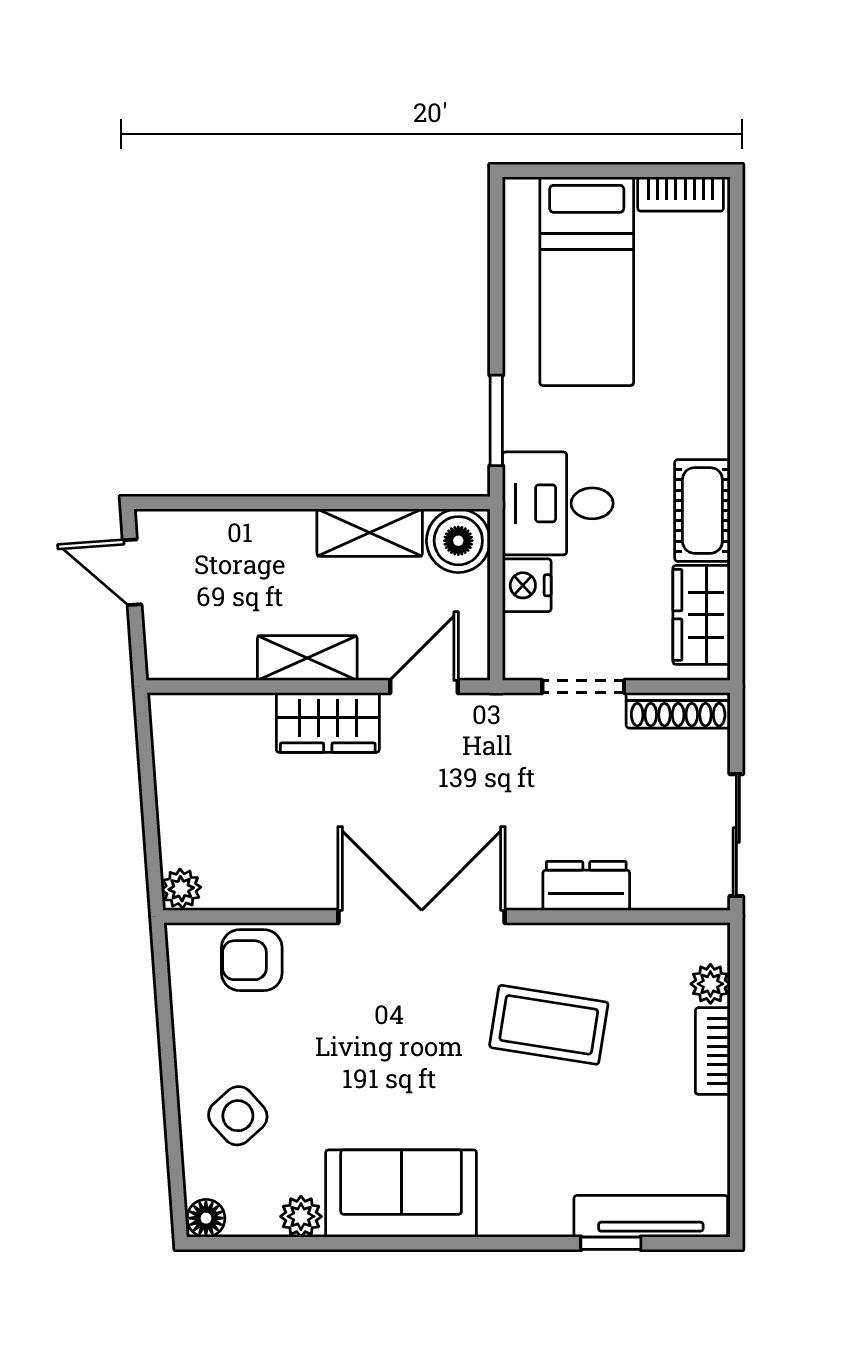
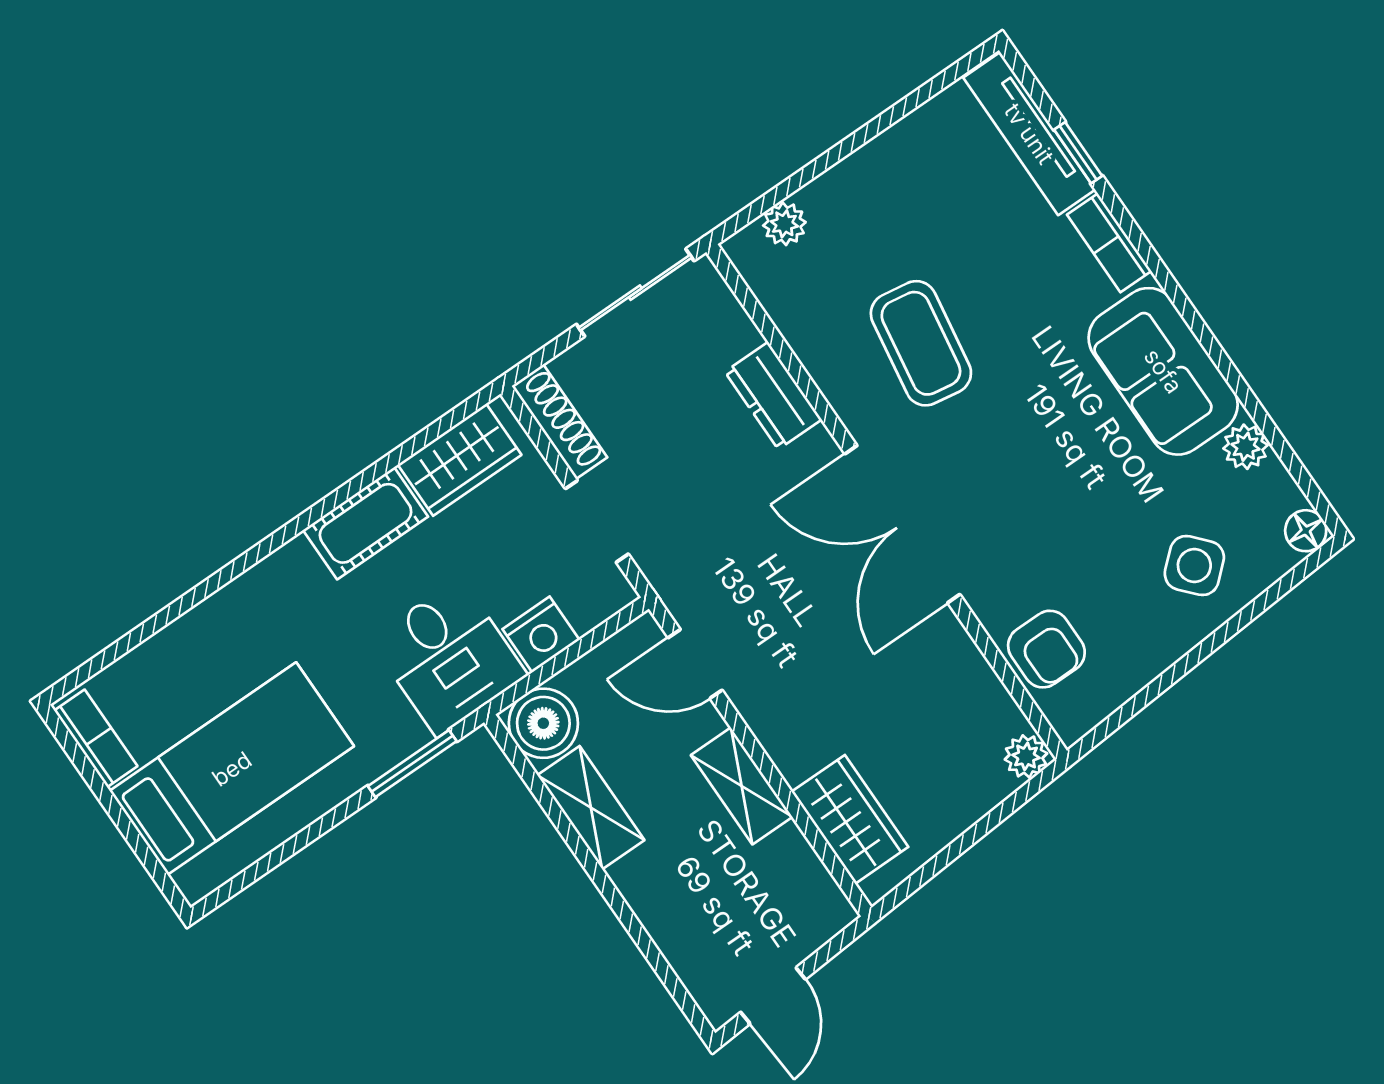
wardrobe: (328, 723) -> (850, 819), moved
bookcase: (713, 1051) -> (1109, 243), moved, turned 90

